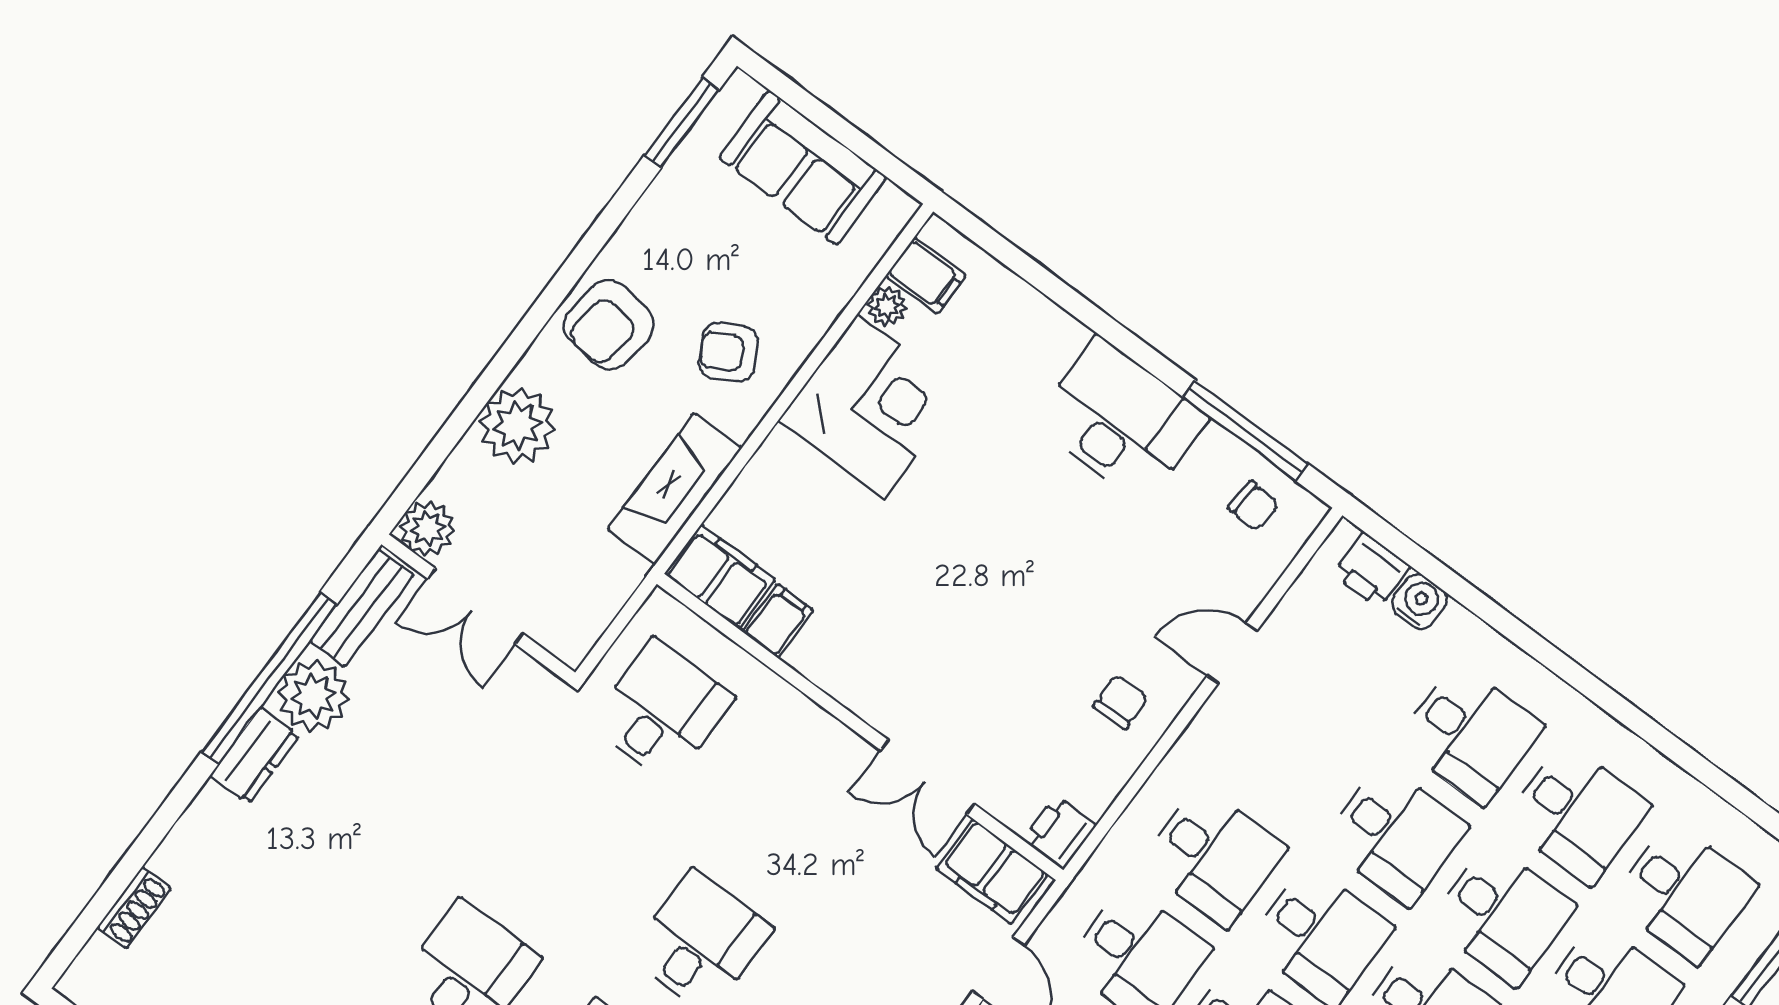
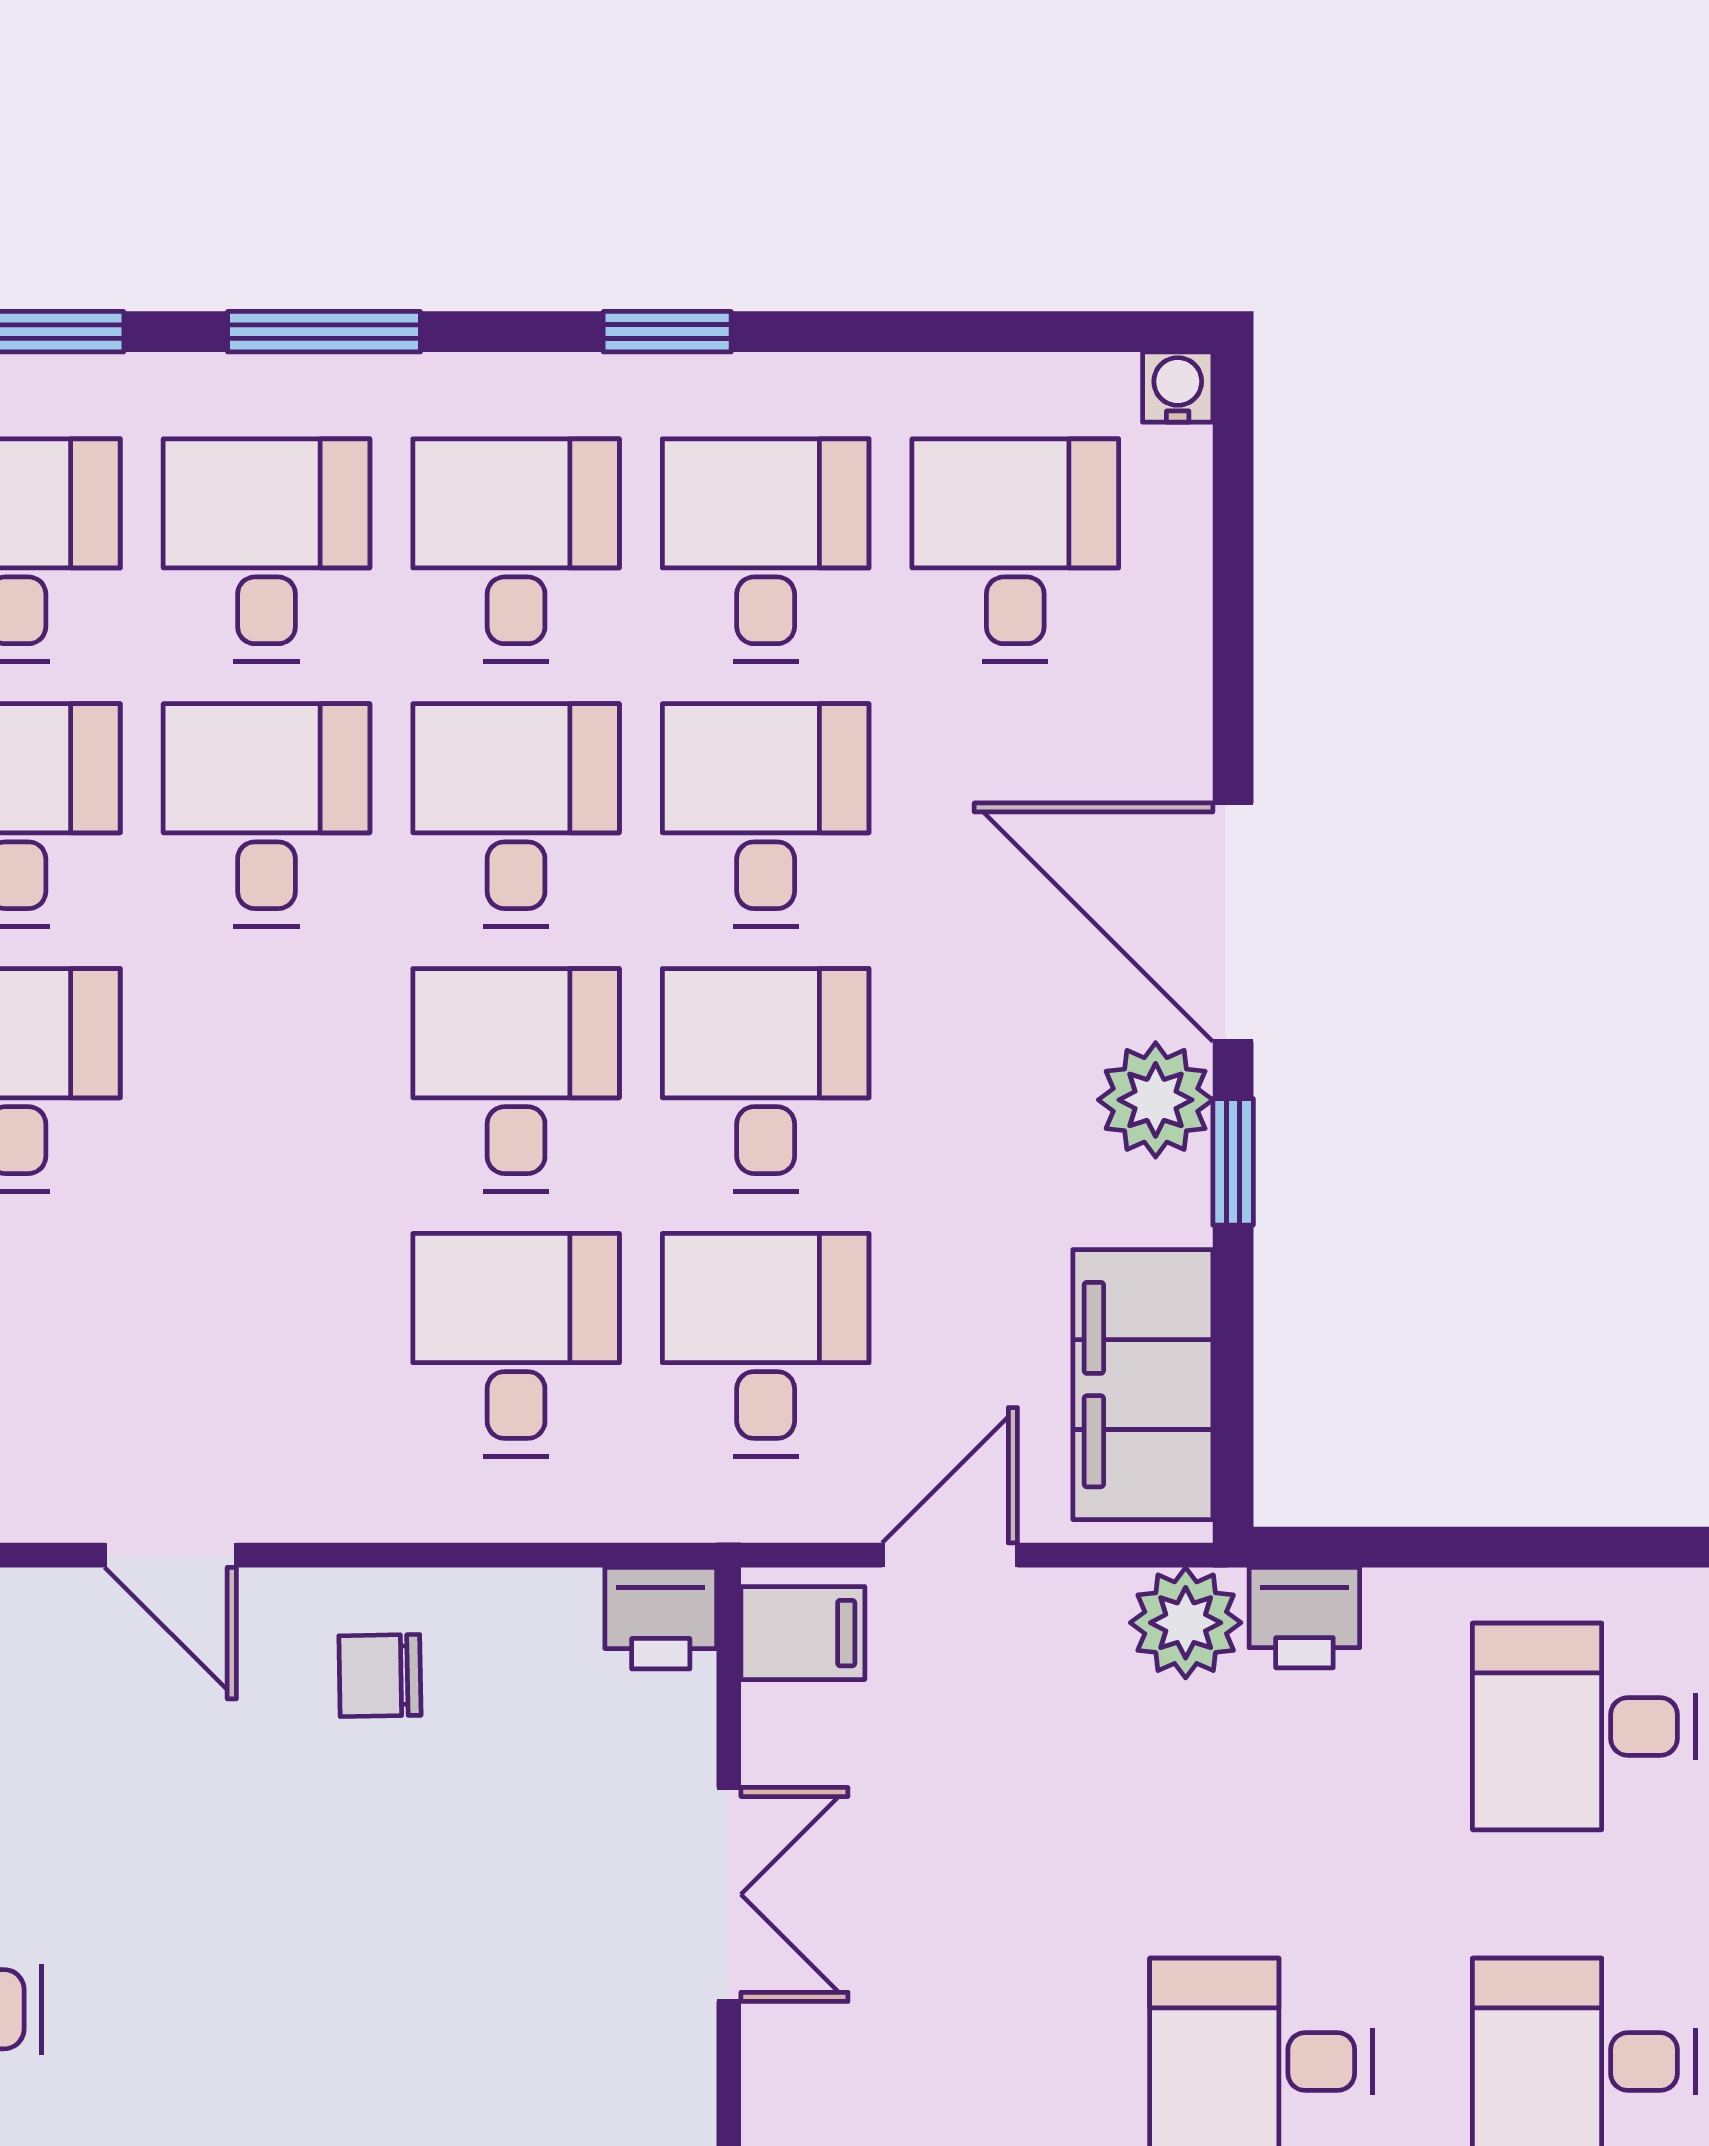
desk: (1395, 835) -> (266, 1080), removed
filing cabinet: (992, 871) -> (803, 1633), width x0.50

